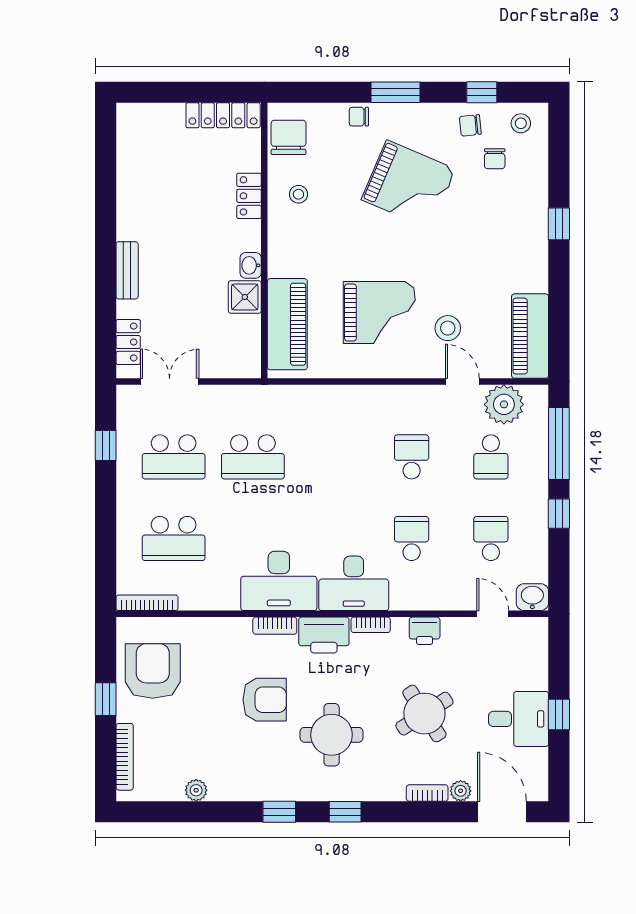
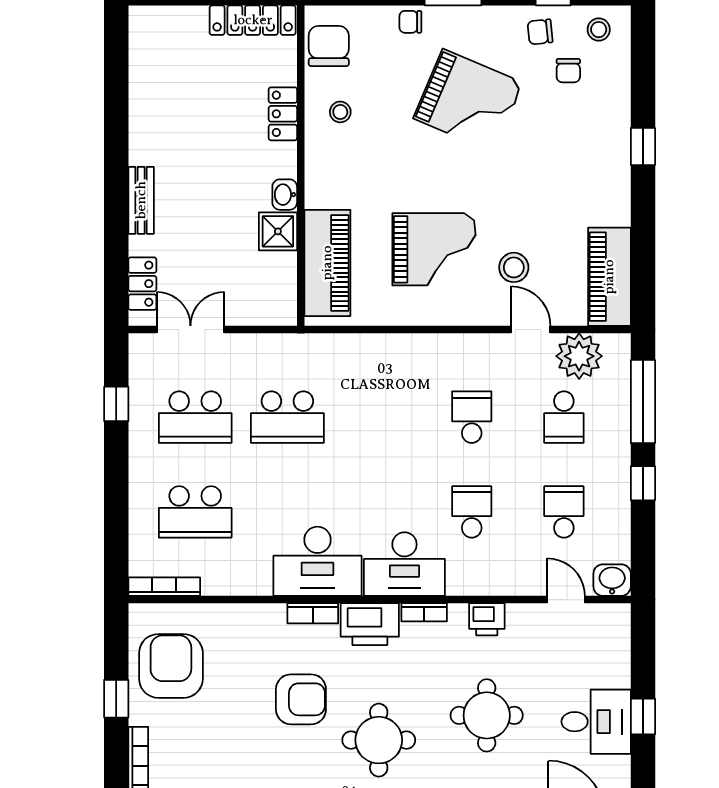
round table: (424, 714) -> (487, 715), turned 33

